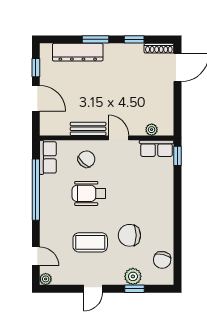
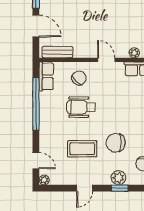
bench: (88, 129) -> (58, 52), moved

